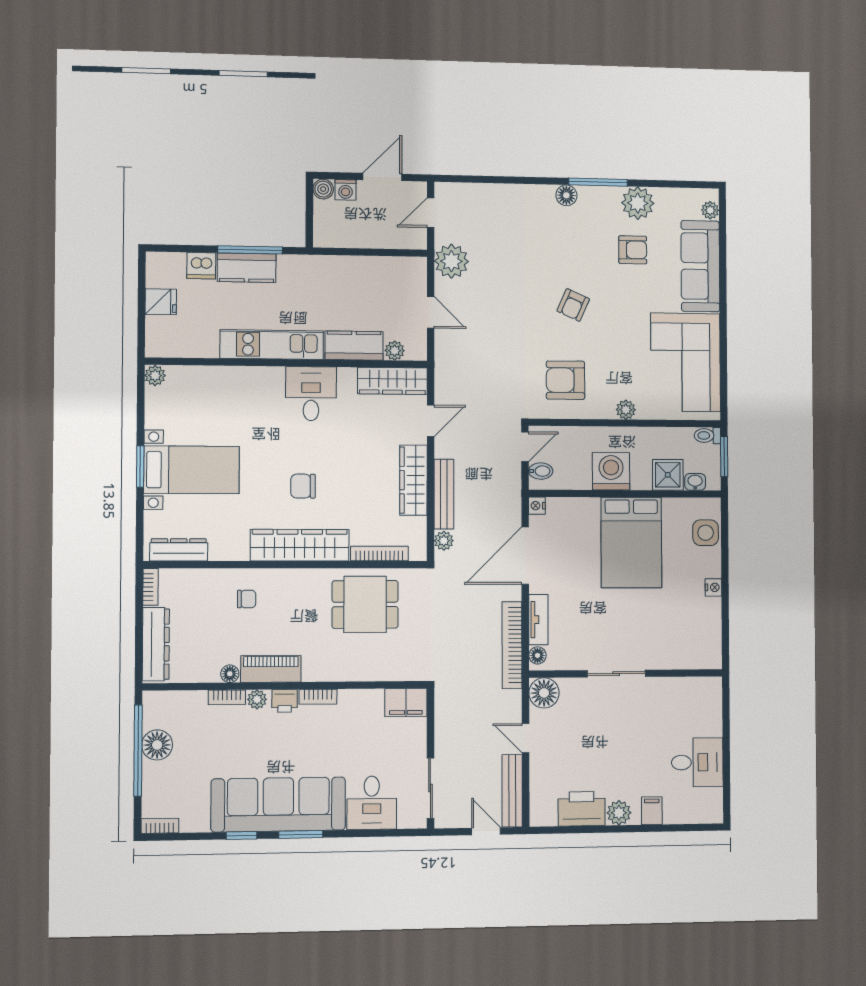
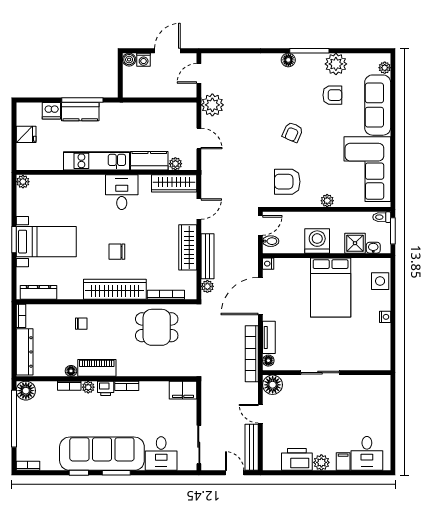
floor lamp: (157, 745) -> (26, 391), moved
desk: (697, 762) -> (367, 453), moved, turned 90

